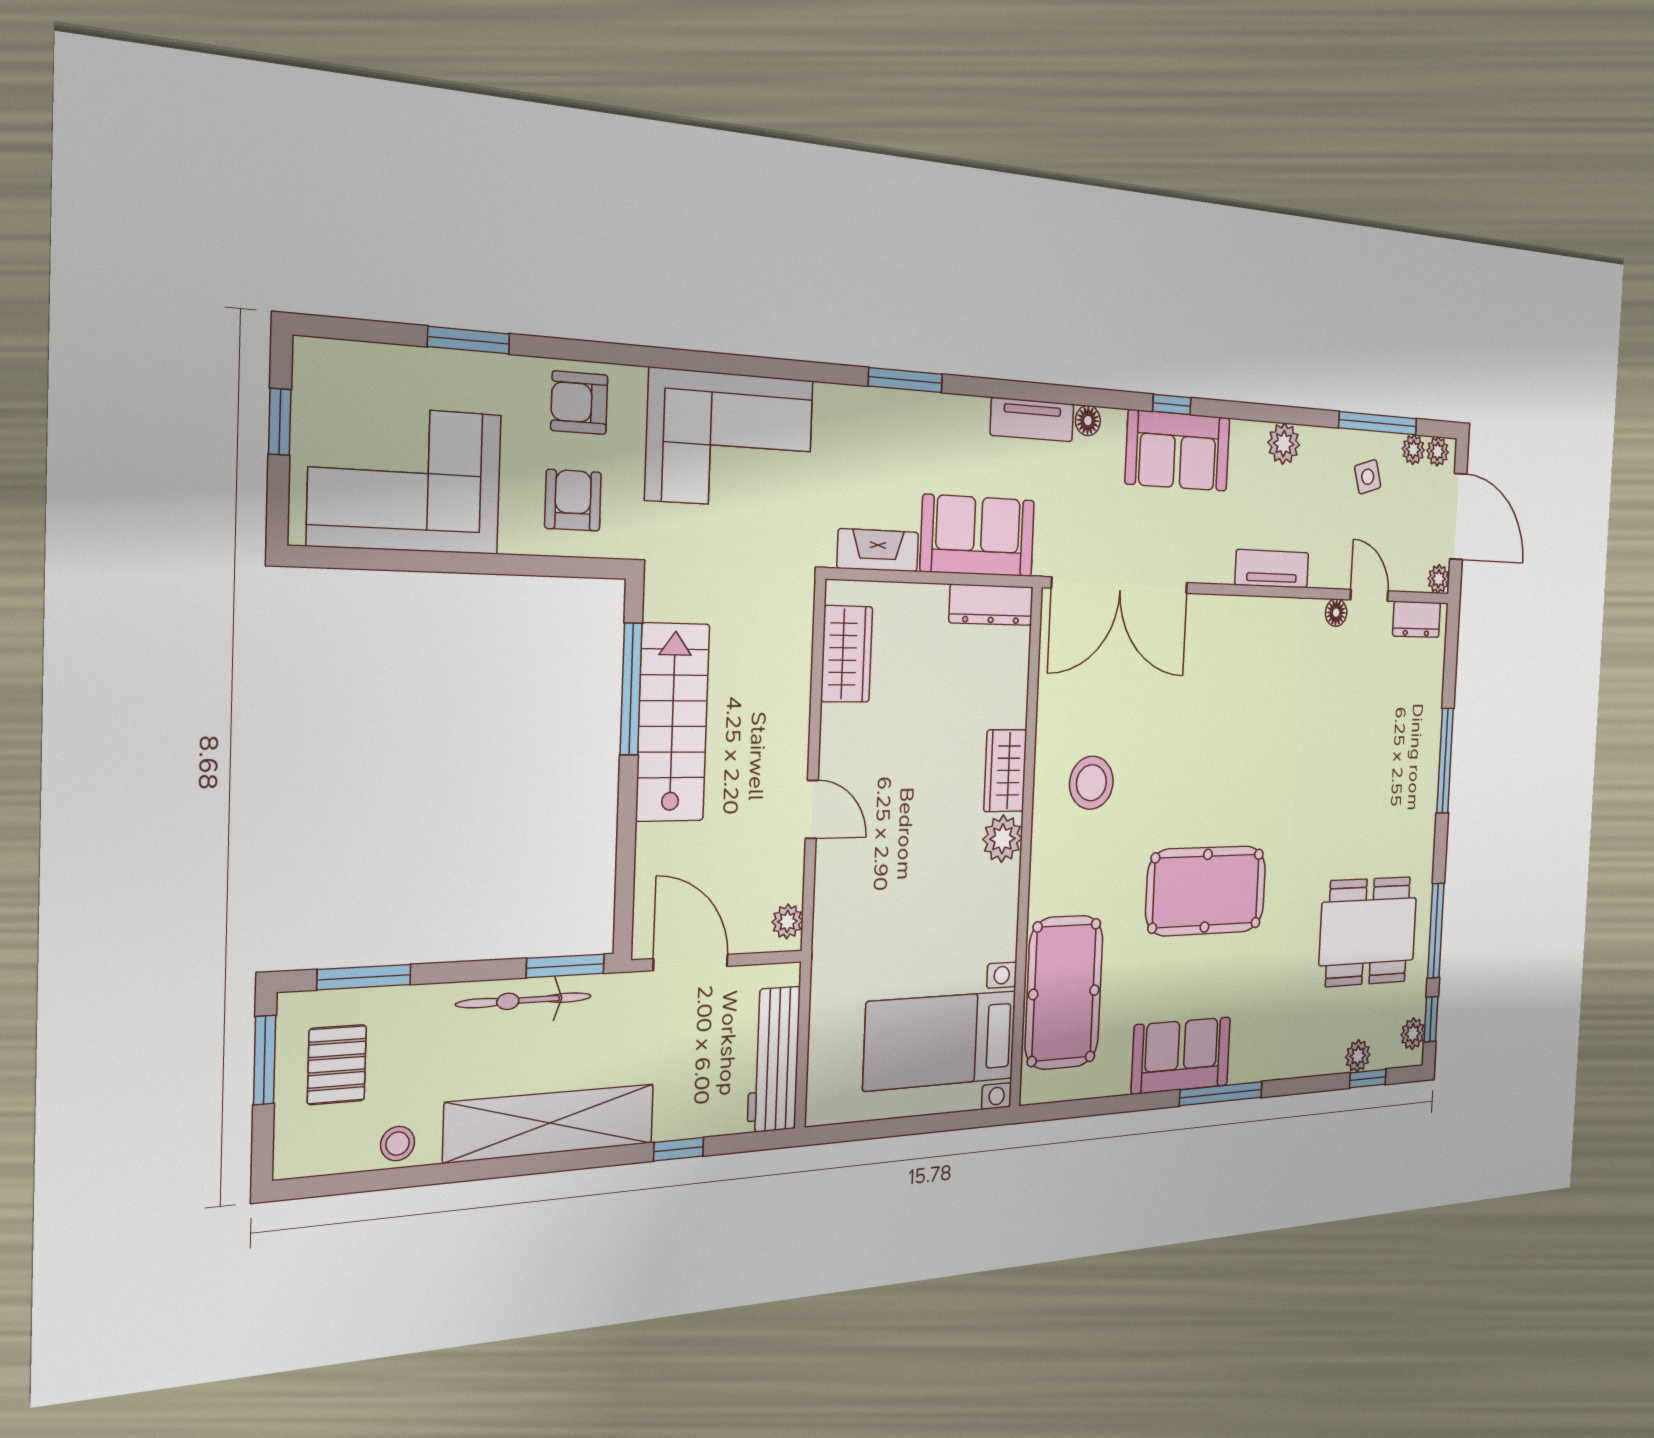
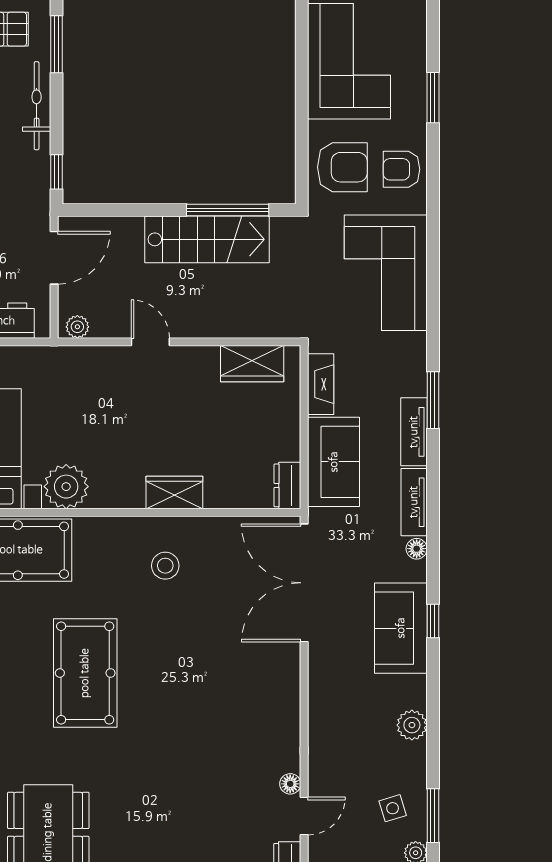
armchair: (579, 403) -> (401, 169), turned -90
window: (1378, 423) -> (433, 816), width x0.69
armchair: (573, 500) -> (342, 167), width x1.38, depth x1.38
tv unit: (1272, 569) -> (414, 432), moved, turned 180
dresser: (991, 605) -> (287, 485), width x0.70
stool: (1091, 783) -> (165, 566), width x0.73, depth x0.73
door: (812, 809) -> (150, 342), swing flipped
plant: (1002, 839) -> (66, 487), moved, width x1.36, depth x1.36
window: (565, 966) -> (56, 172), width x0.67
bicycle: (524, 1000) -> (37, 106), moved

